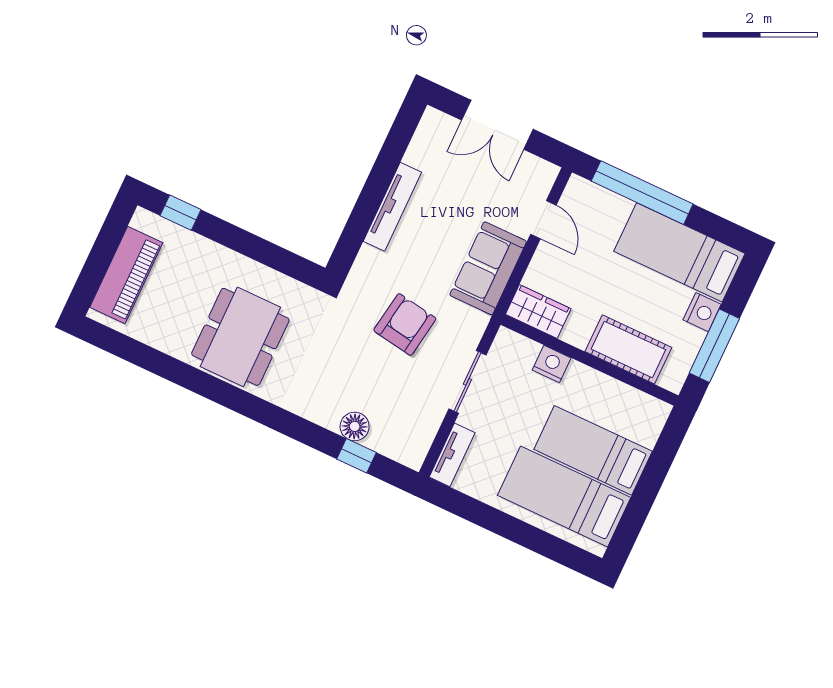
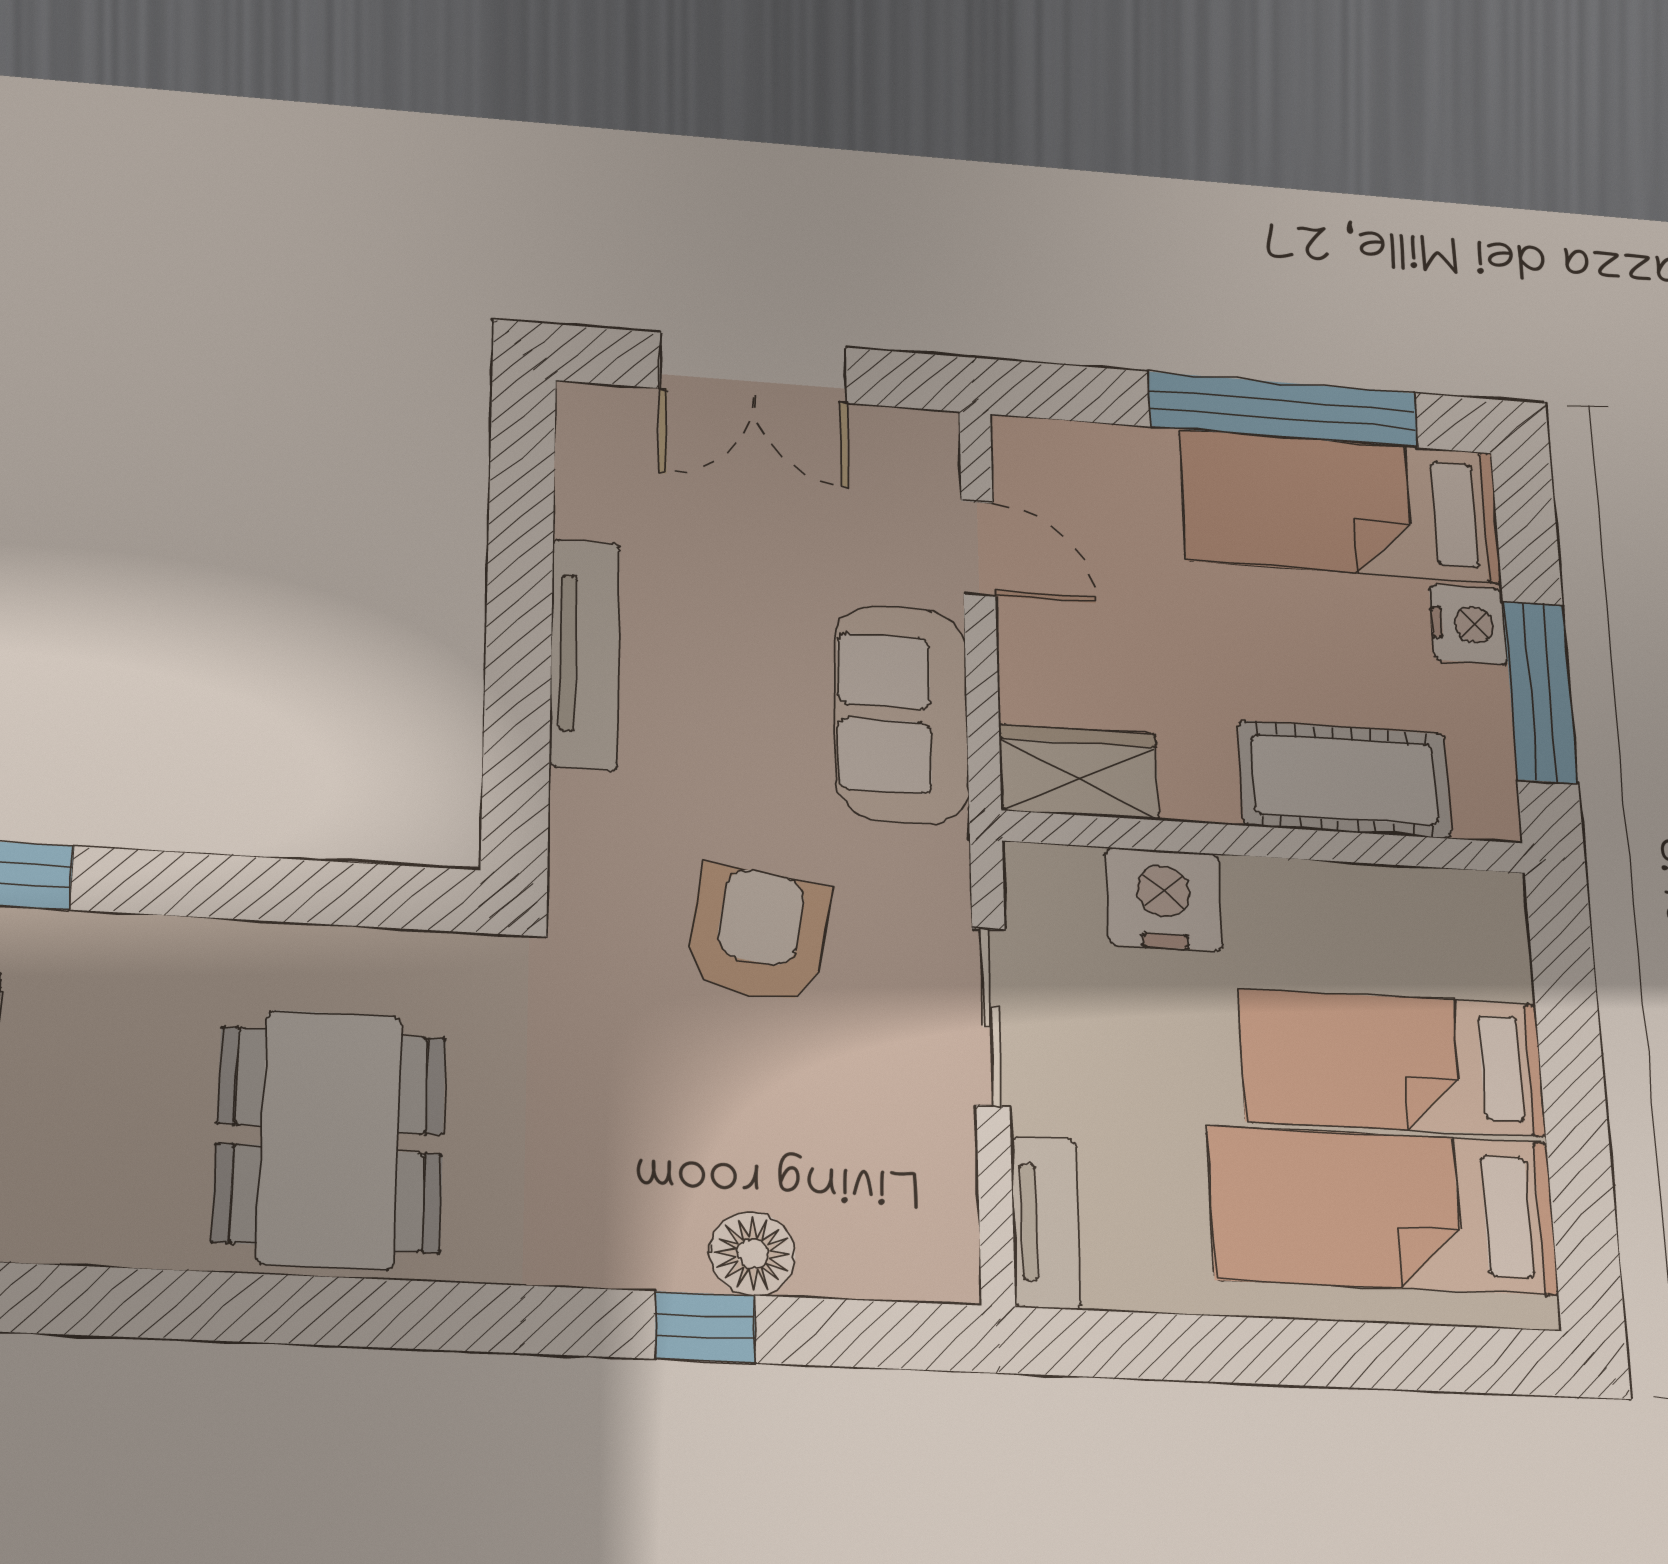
window: (642, 193) -> (1283, 410), moved
nightstand: (552, 364) -> (1164, 899), width x1.36, depth x1.33
window: (356, 456) -> (705, 1327), moved

